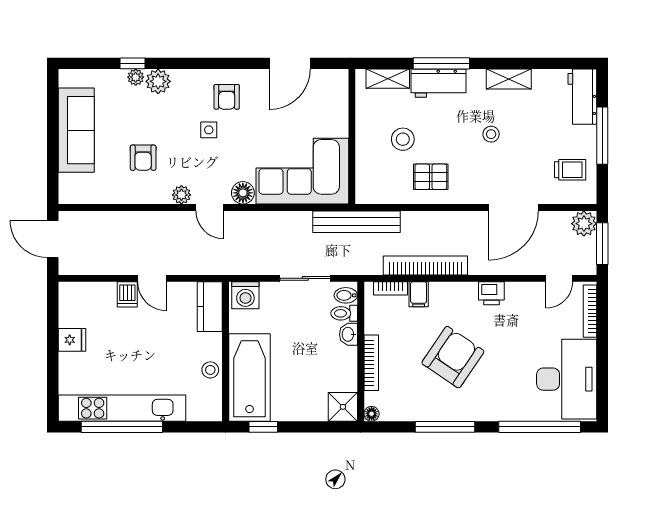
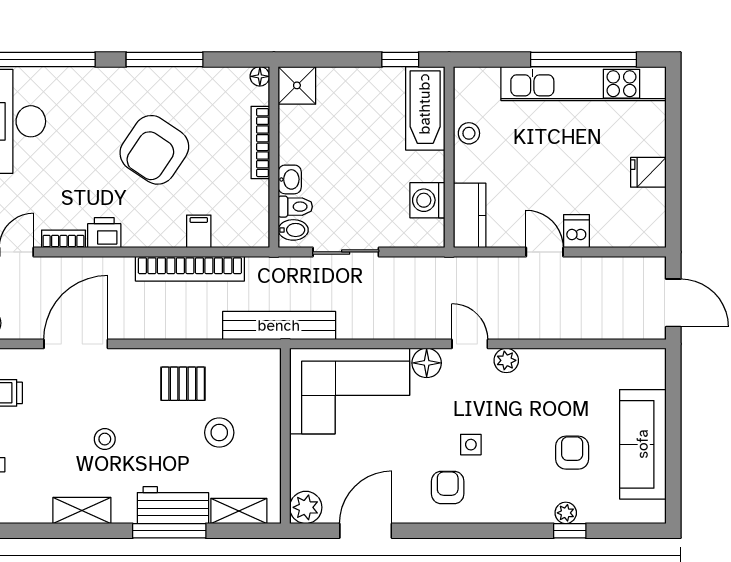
plant: (158, 81) -> (306, 507), moved
armchair: (143, 158) -> (572, 453), moved
bookcase: (390, 288) -> (63, 239), moved
washing machine: (245, 295) -> (427, 200), moved, turned -90
bathtub: (250, 377) -> (425, 108), width x0.73, depth x0.73

